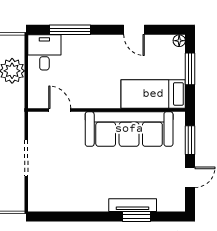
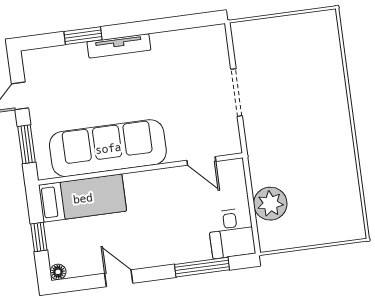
window: (190, 69) -> (39, 237), width x0.67
tv unit: (133, 205) -> (119, 46), moved

